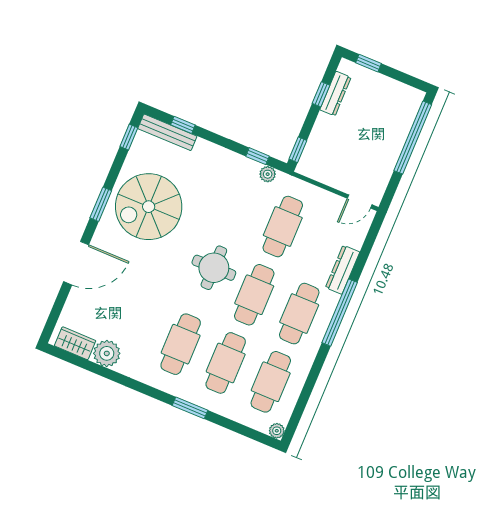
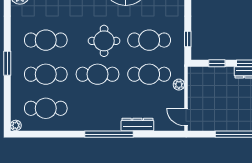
window: (298, 150) -> (217, 63), moved
plant: (268, 174) -> (179, 85), moved
cafe table: (299, 314) -> (149, 40), moved

